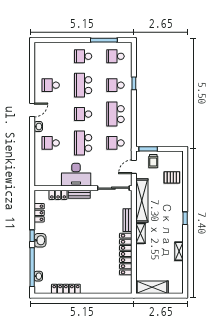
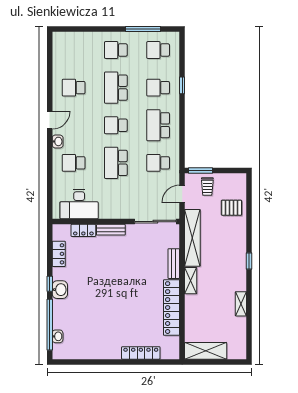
desk: (76, 175) -> (79, 204), moved
locker: (66, 289) -> (141, 353), moved

